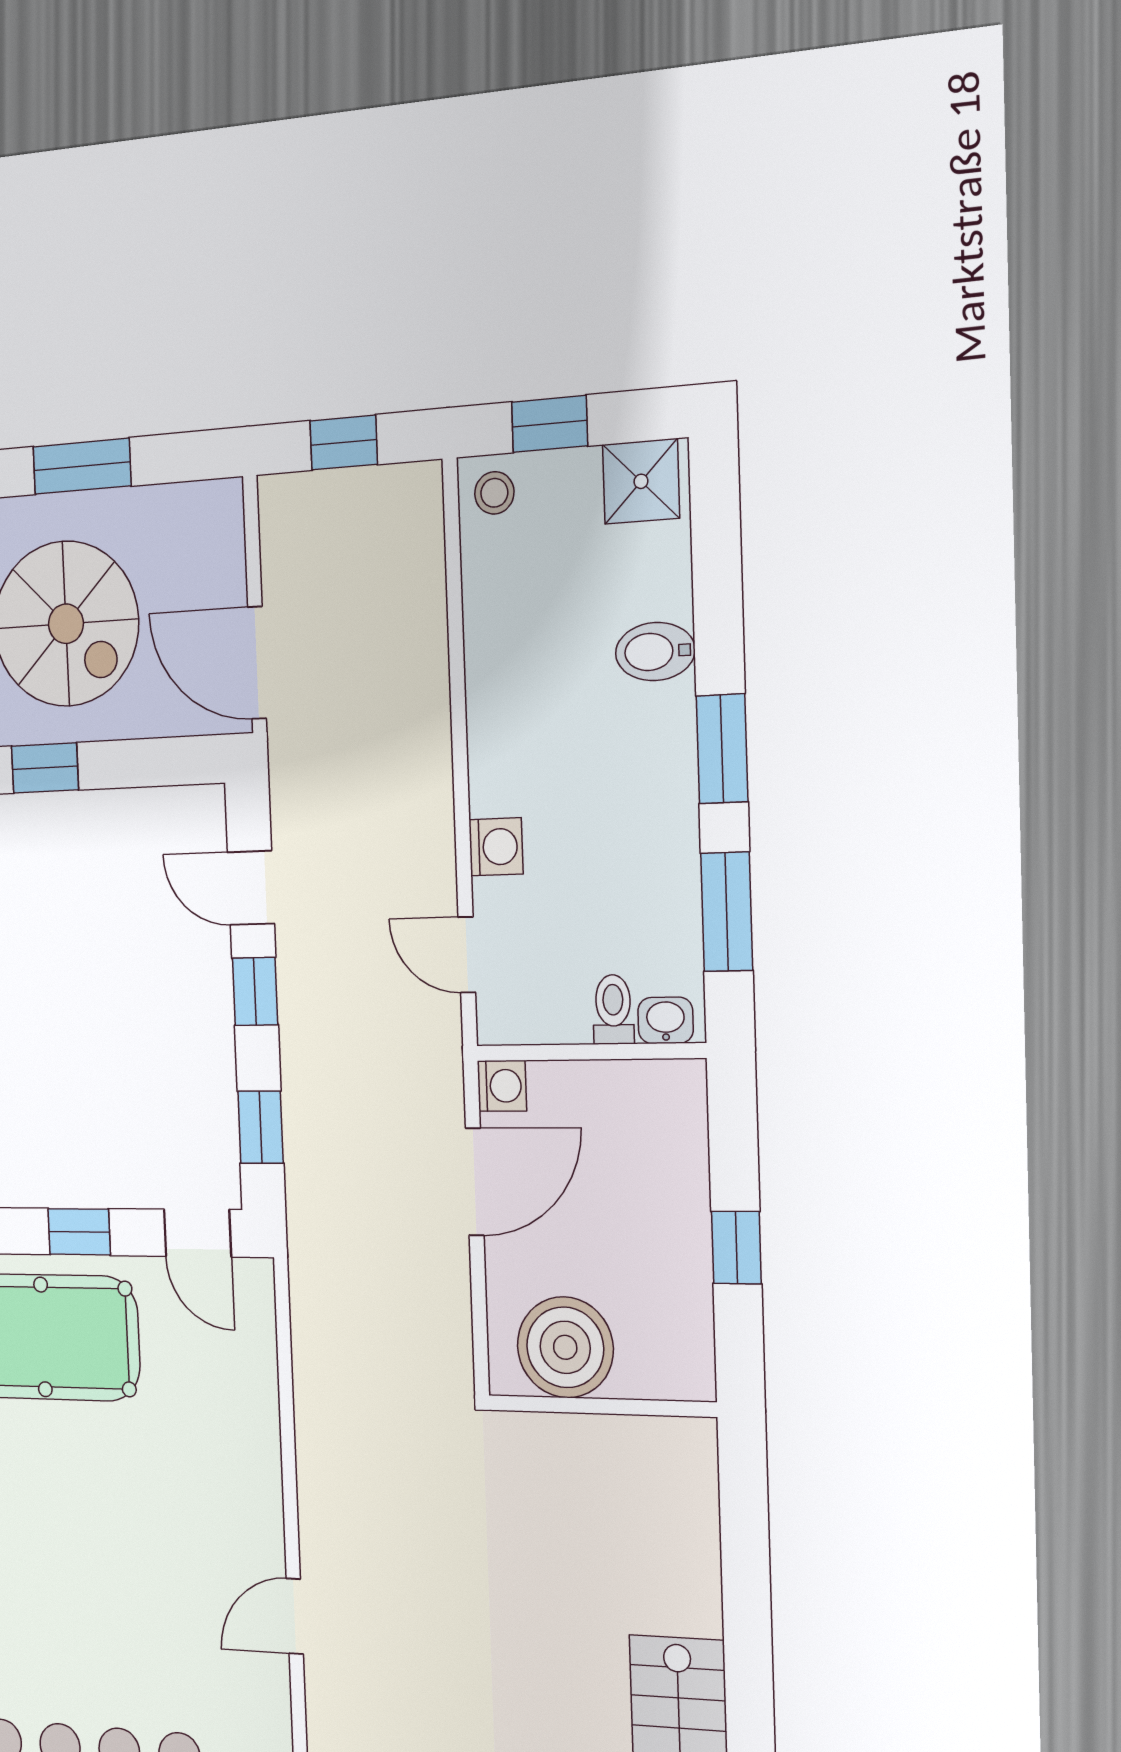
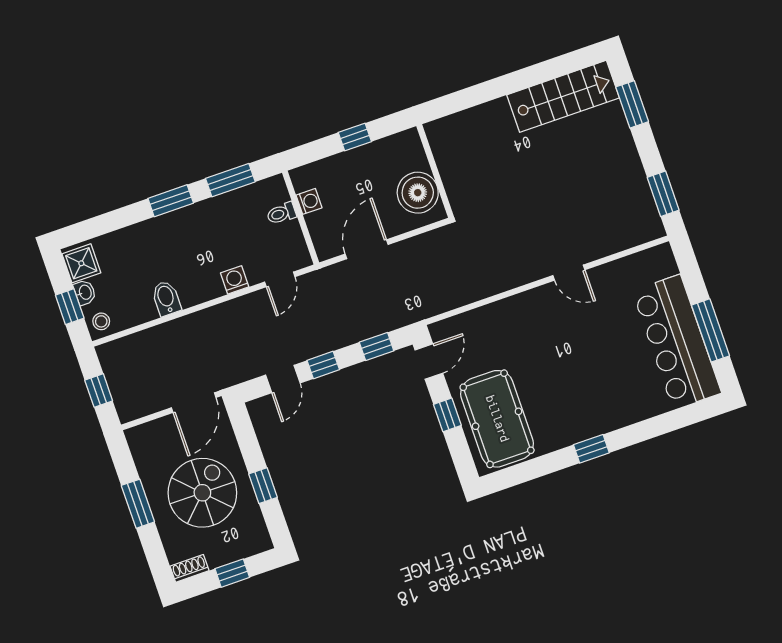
bidet: (655, 652) -> (166, 298), moved, turned 180
washbasin: (666, 1020) -> (85, 292), moved, turned 180
washing machine: (502, 1086) -> (309, 201), moved, turned 90
door: (475, 1182) -> (367, 249), hinge flipped

